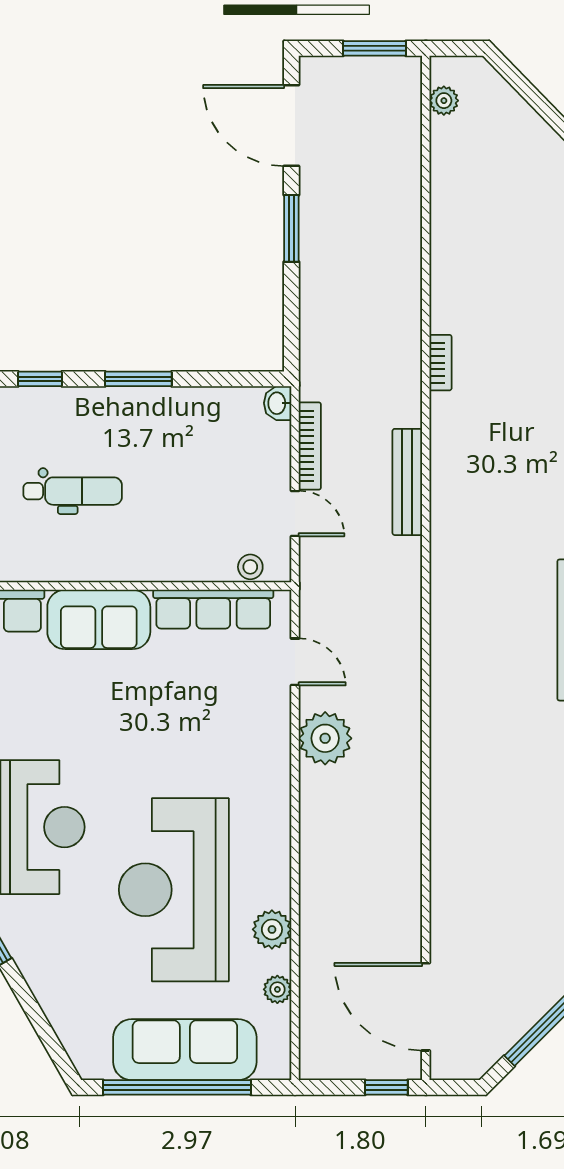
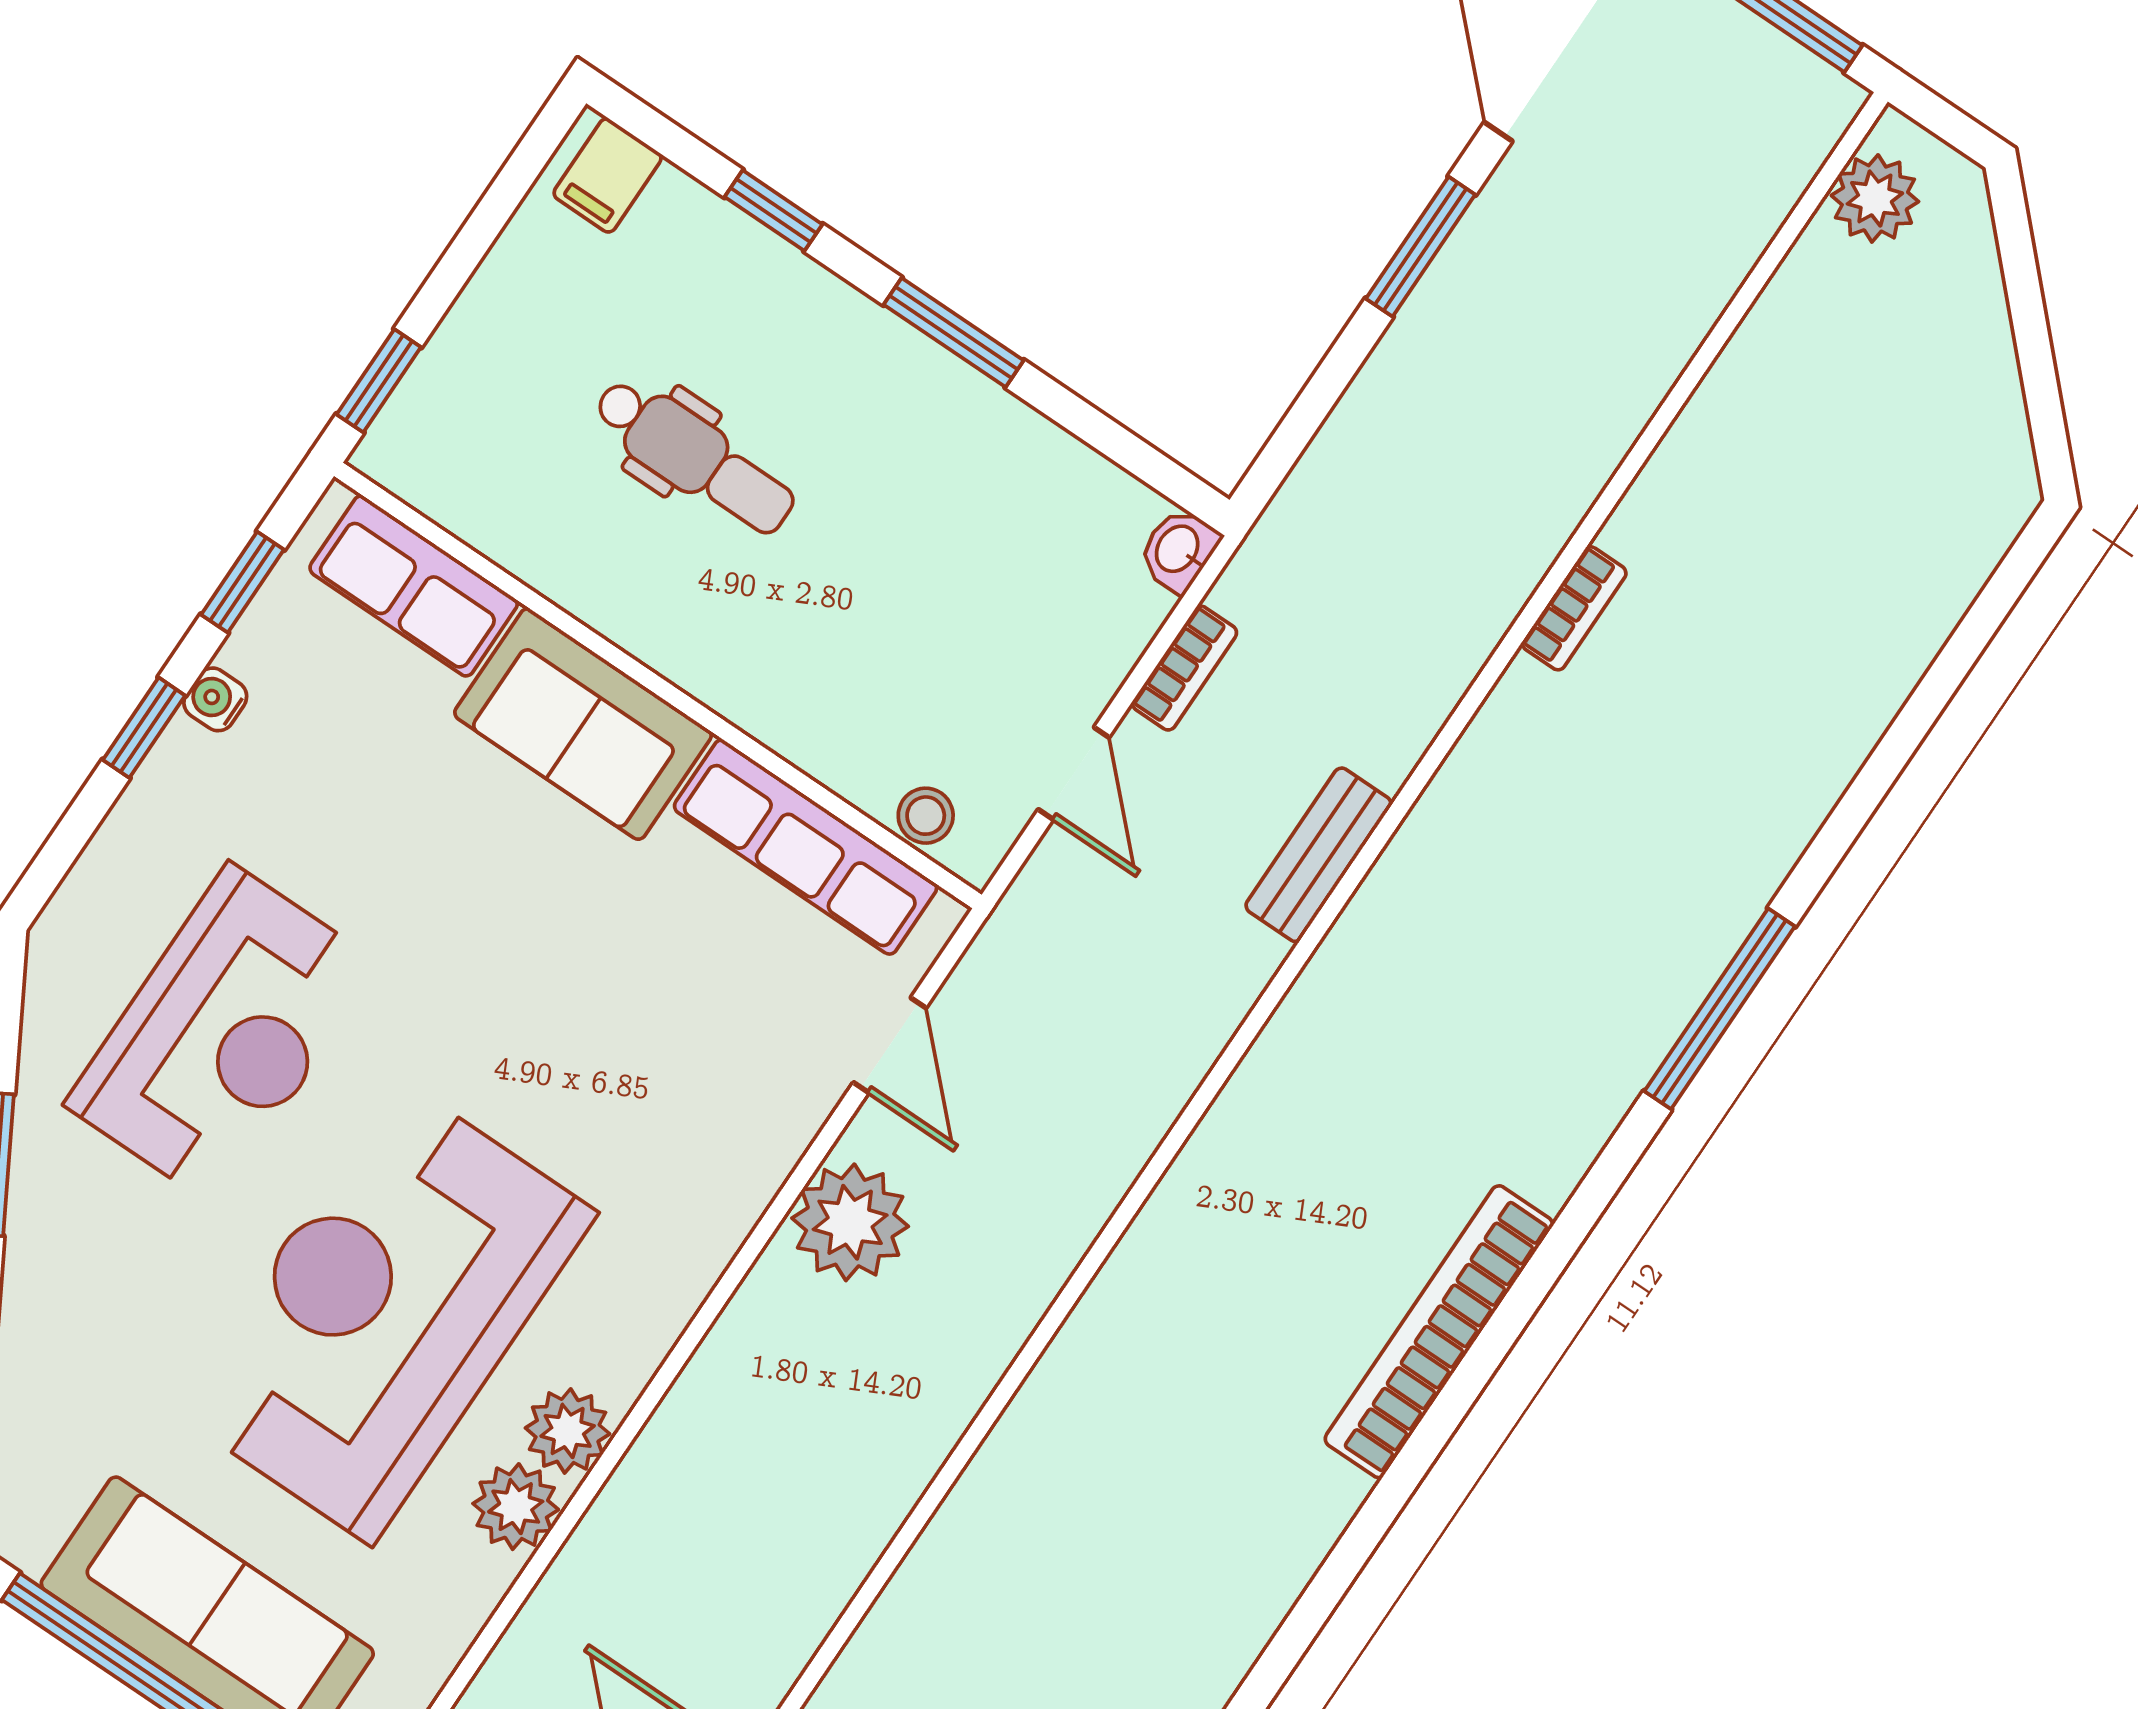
plant: (444, 101) -> (1875, 198), width x1.38, depth x1.38
bookcase: (441, 363) -> (1574, 608), moved
bookcase: (310, 446) -> (1185, 668), width x0.64
bench: (407, 482) -> (1318, 855), width x0.73
plant: (277, 989) -> (568, 1431), moved, width x1.38, depth x1.38

